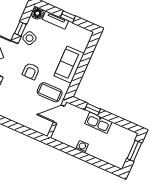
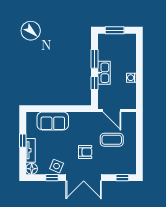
sofa: (69, 65) -> (53, 121), moved
coffee table: (50, 92) -> (112, 140), moved, turned 90
window: (116, 120) -> (95, 59), added

